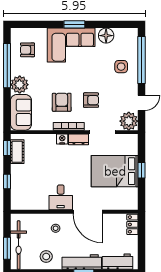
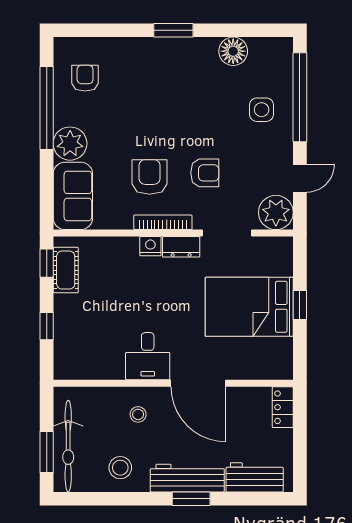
corner sofa: (71, 45) -> (167, 69), removed
armchair: (28, 50) -> (85, 78), turned 90

